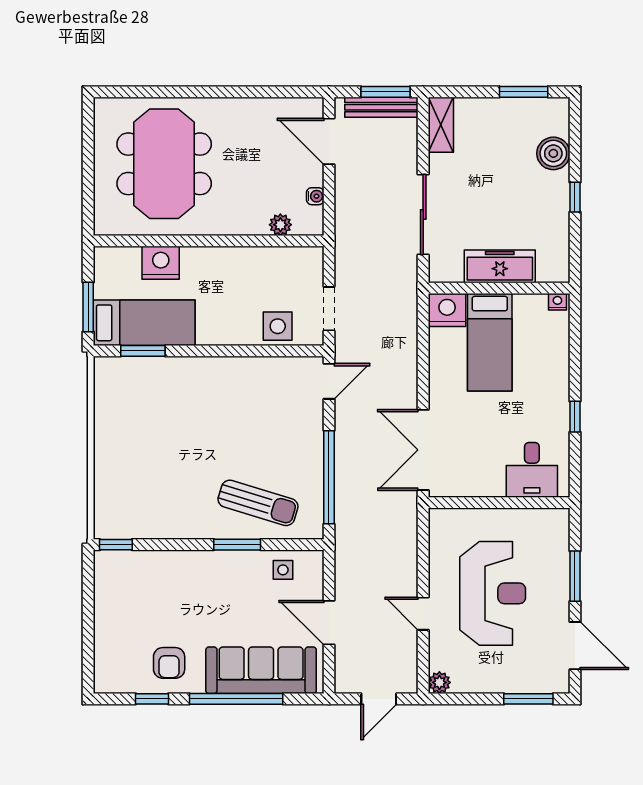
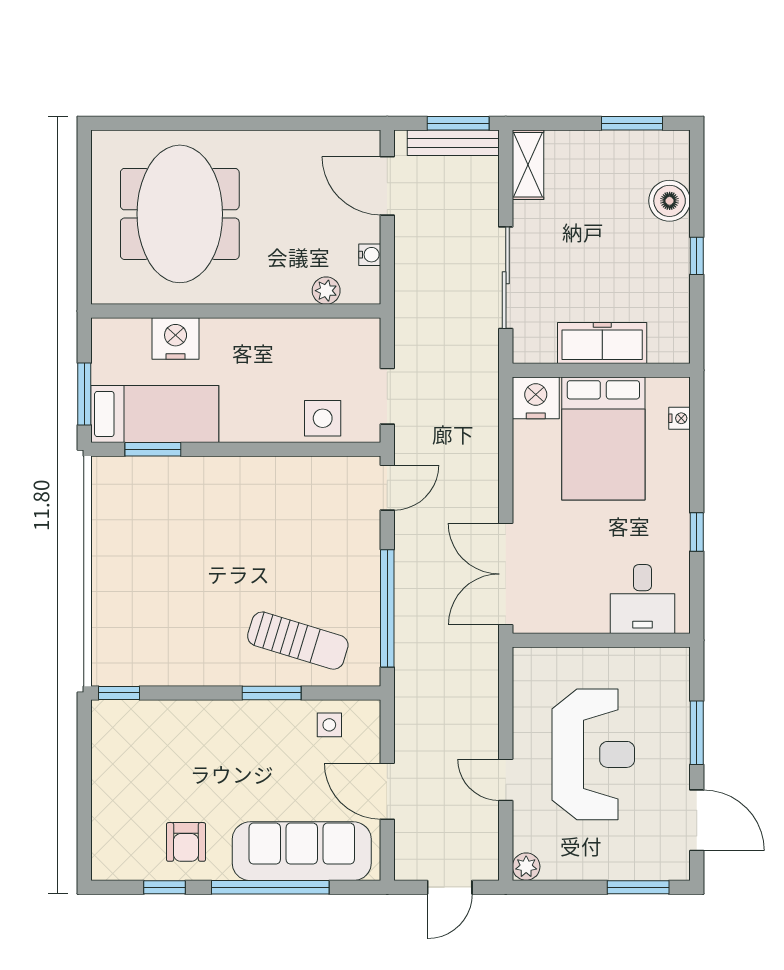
nightstand: (557, 302) -> (680, 418), moved, turned 90
bed: (490, 342) -> (603, 438), width x1.50

